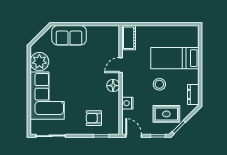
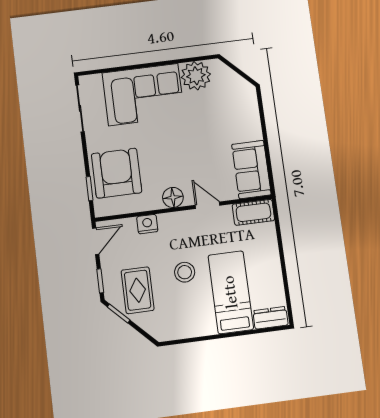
sofa: (69, 35) -> (251, 170), moved
dresser: (193, 94) -> (270, 318), moved
armchair: (94, 118) -> (117, 173), width x1.88, depth x1.88

